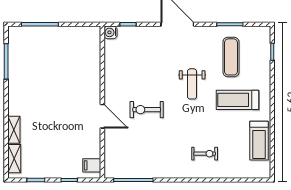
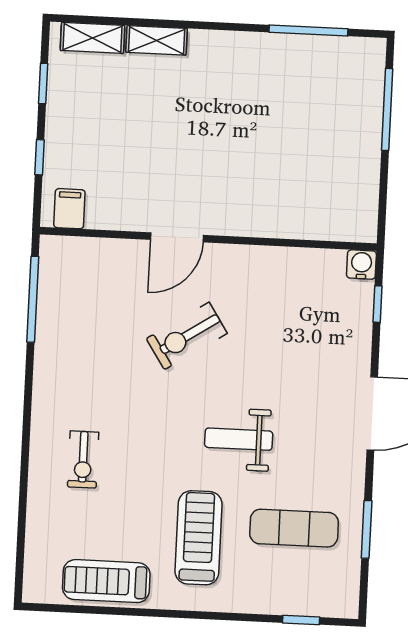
exercise bike: (147, 110) -> (187, 336), turned -123

